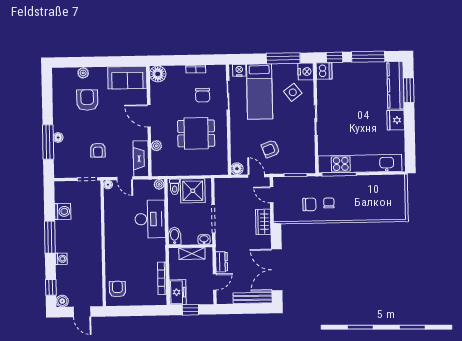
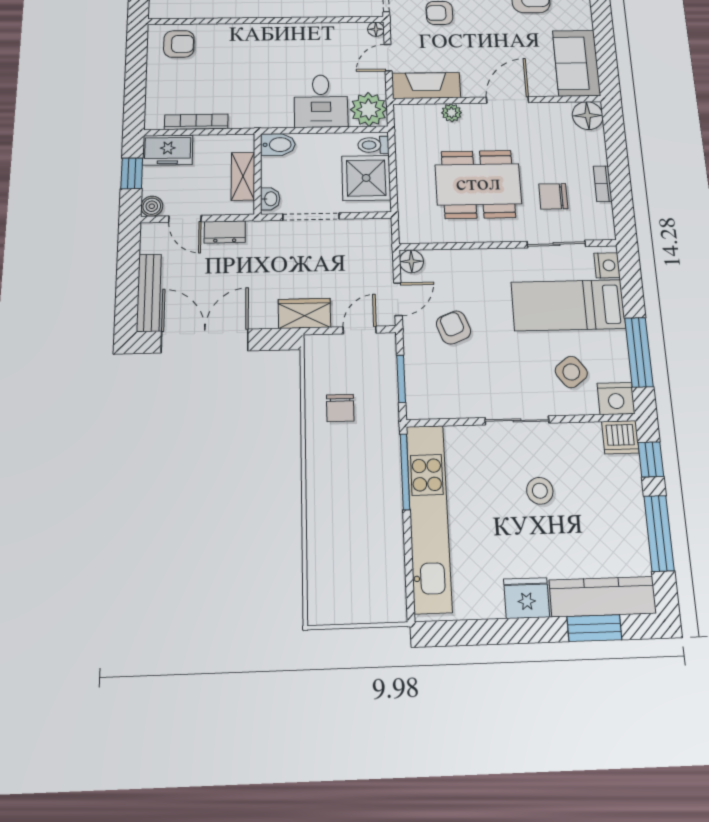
stool: (348, 111) -> (540, 491), added
dining table: (196, 133) -> (478, 184), width x1.38
plant: (159, 184) -> (369, 109), width x1.87, depth x1.87
chair: (329, 203) -> (344, 450), removed
desk: (150, 219) -> (321, 101), width x0.73
boiler: (208, 299) -> (152, 206), added

